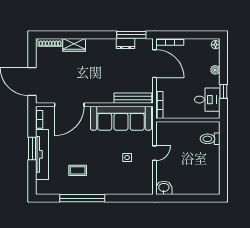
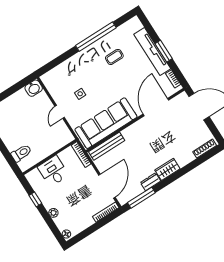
dresser: (125, 43) -> (151, 182), moved
wardrobe: (74, 45) -> (167, 169), moved
door: (155, 64) -> (107, 186), swing flipped
desk: (207, 100) -> (53, 171), moved, turned 90

